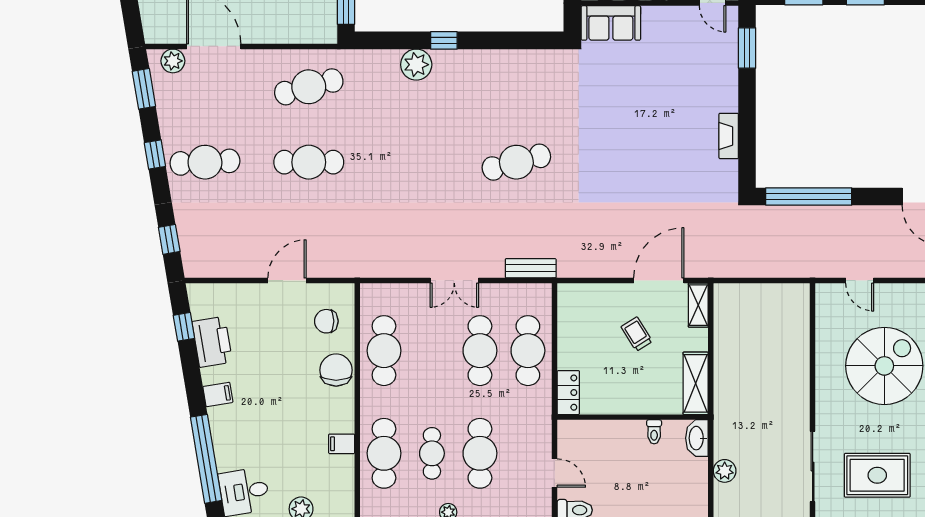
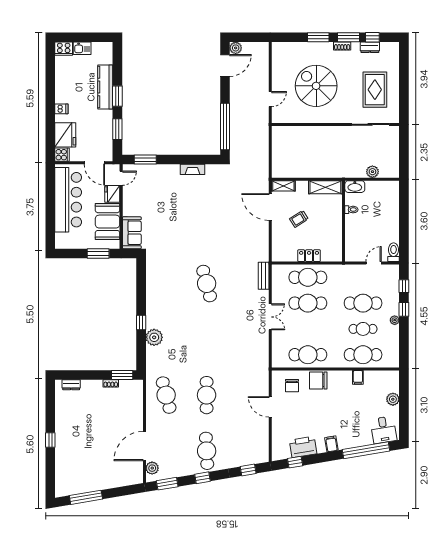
locker: (568, 393) -> (309, 256), moved

